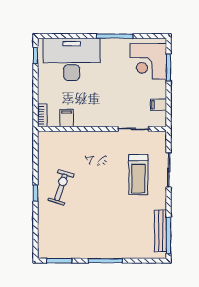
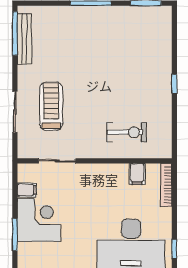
corner desk: (148, 61) -> (39, 220), moved
bookcase: (42, 115) -> (166, 185), width x1.56
exercise bike: (61, 187) -> (127, 132), moved, turned -108

